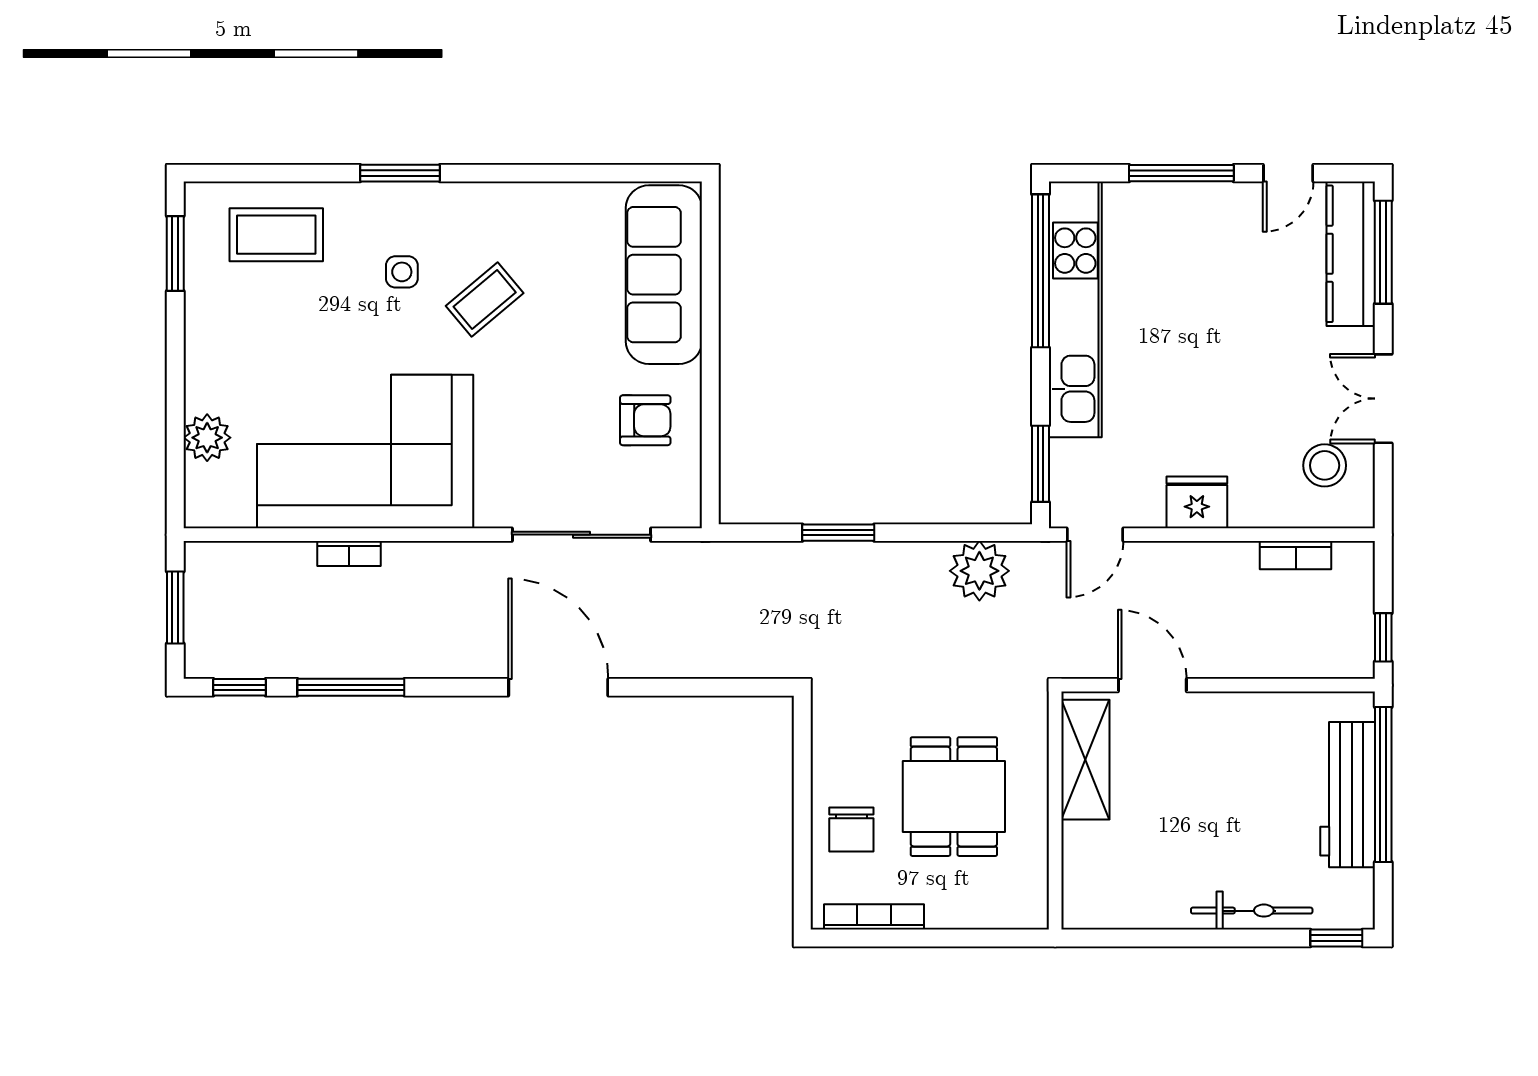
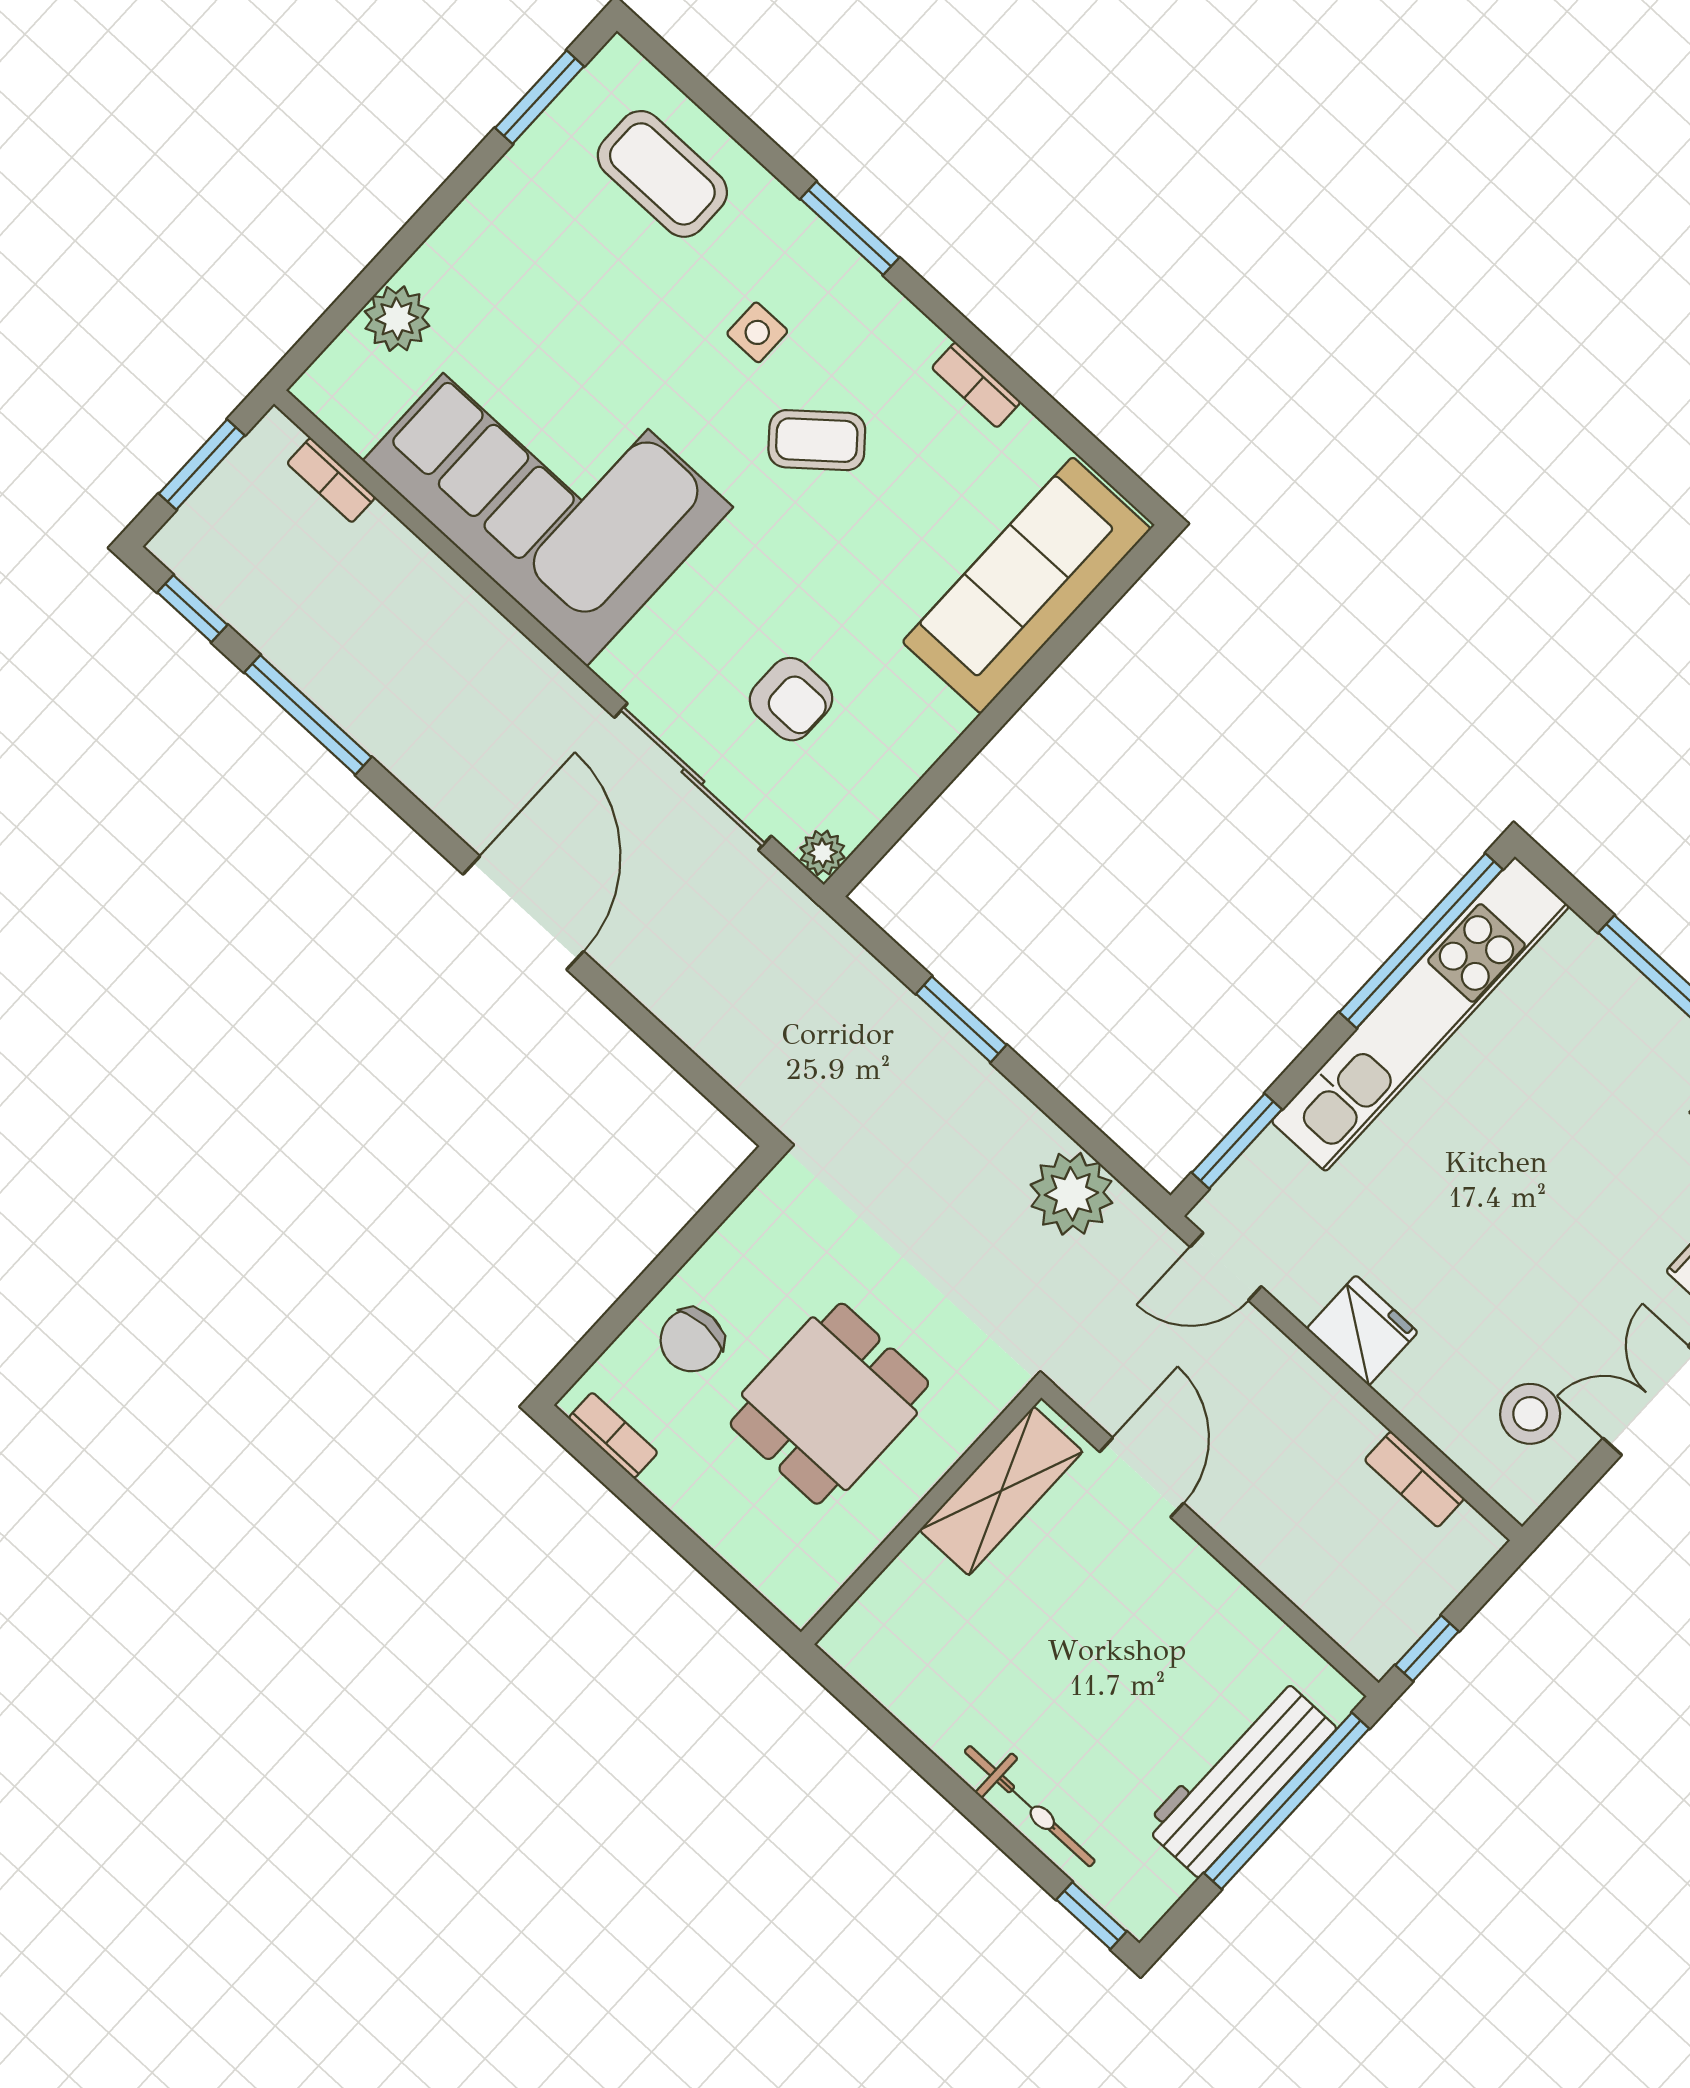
bookcase: (541, 194) -> (976, 385), added
armchair: (645, 420) -> (791, 699), moved
plant: (686, 512) -> (822, 853), added
bookcase: (349, 554) -> (331, 480), moved
bookcase: (874, 917) -> (613, 1435), width x0.64

